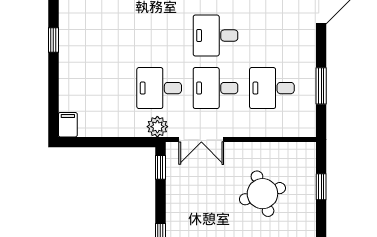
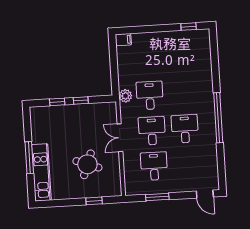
window: (53, 40) -> (189, 27), moved
double door: (201, 140) -> (120, 138), moved
window: (160, 167) -> (81, 100), moved
round table: (262, 194) -> (87, 164), turned 38

